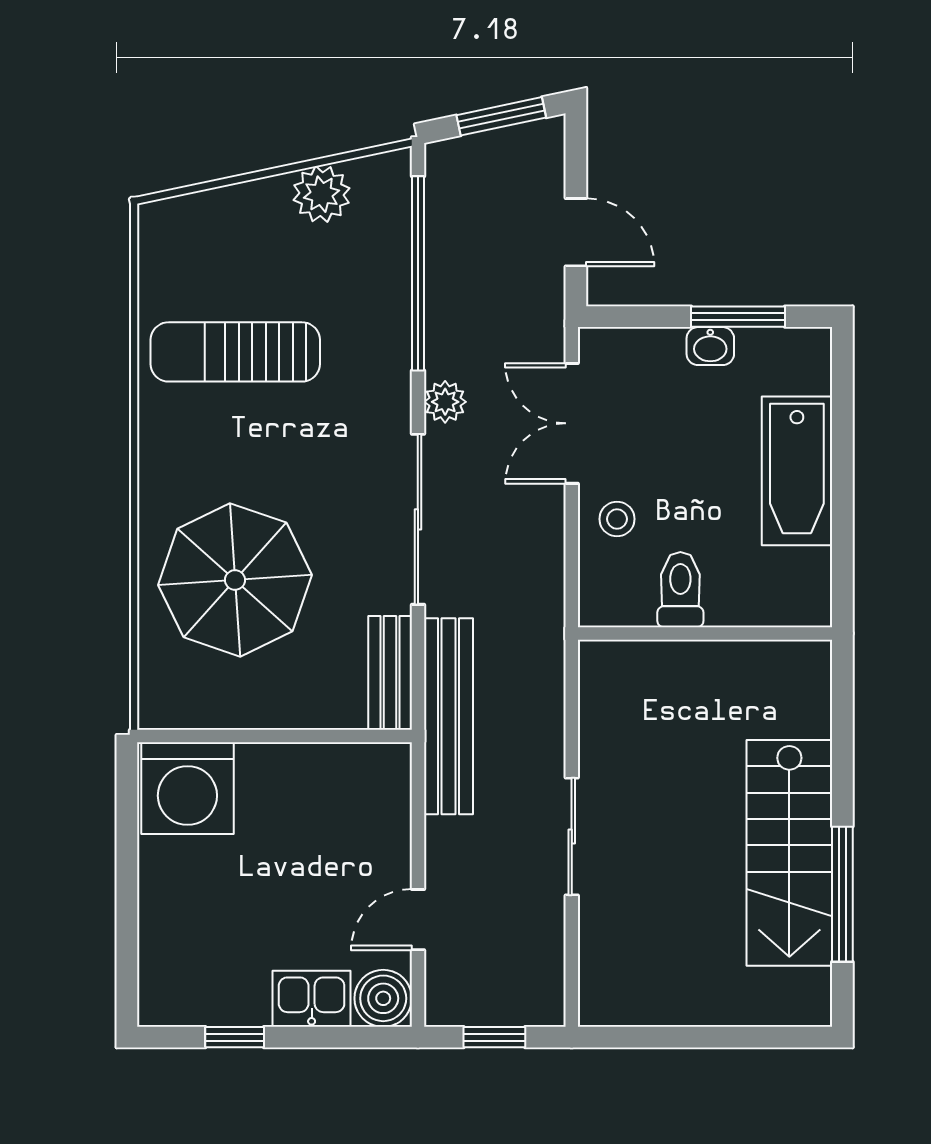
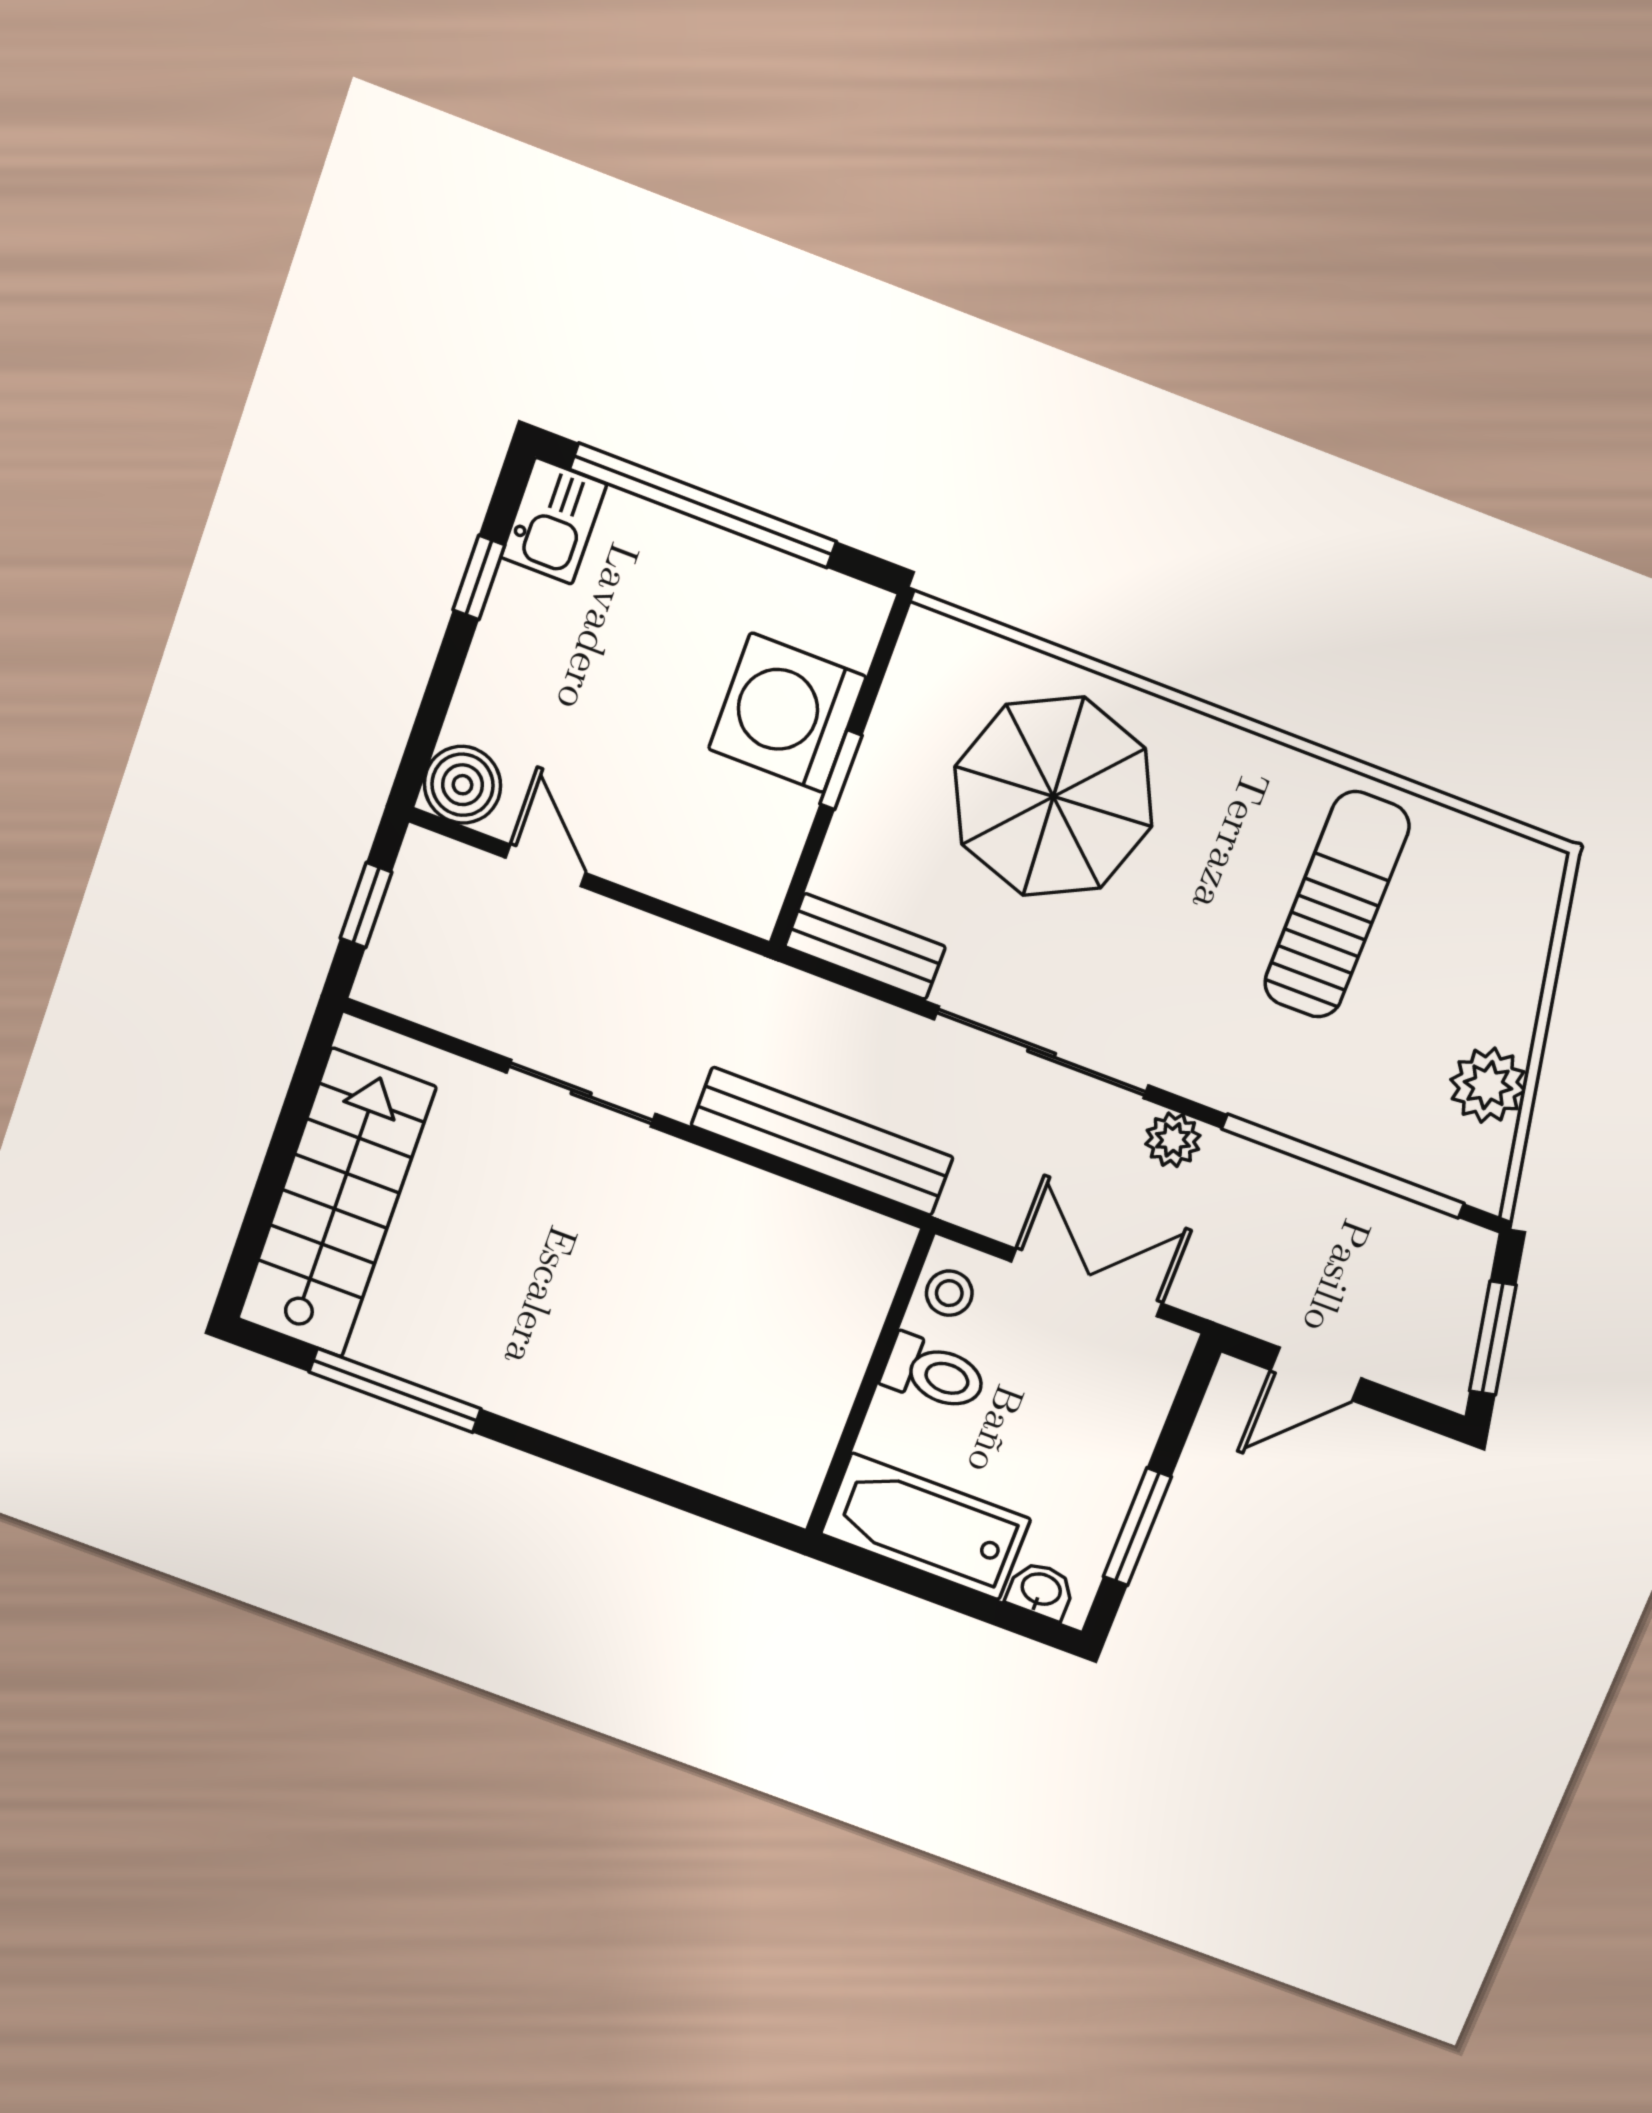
washbasin: (710, 346) -> (1041, 1590), moved, turned 90
toilet: (680, 590) -> (934, 1374), moved
wall: (705, 633) -> (870, 1383), moved
bench: (449, 716) -> (822, 1141), moved
window: (272, 736) -> (841, 770), added
washing machine: (187, 788) -> (787, 713), moved
stairs: (789, 853) -> (336, 1203), moved, turned 90
window: (127, 899) -> (703, 505), added
kitchen sink: (312, 999) -> (554, 521), moved

